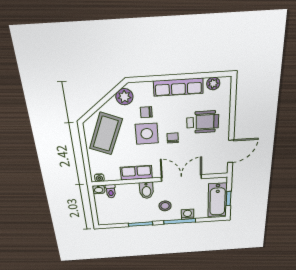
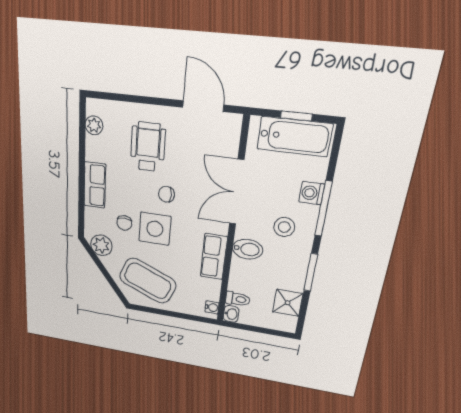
row of seats: (178, 87) -> (95, 185), width x0.68
shower: (117, 217) -> (288, 303), added

